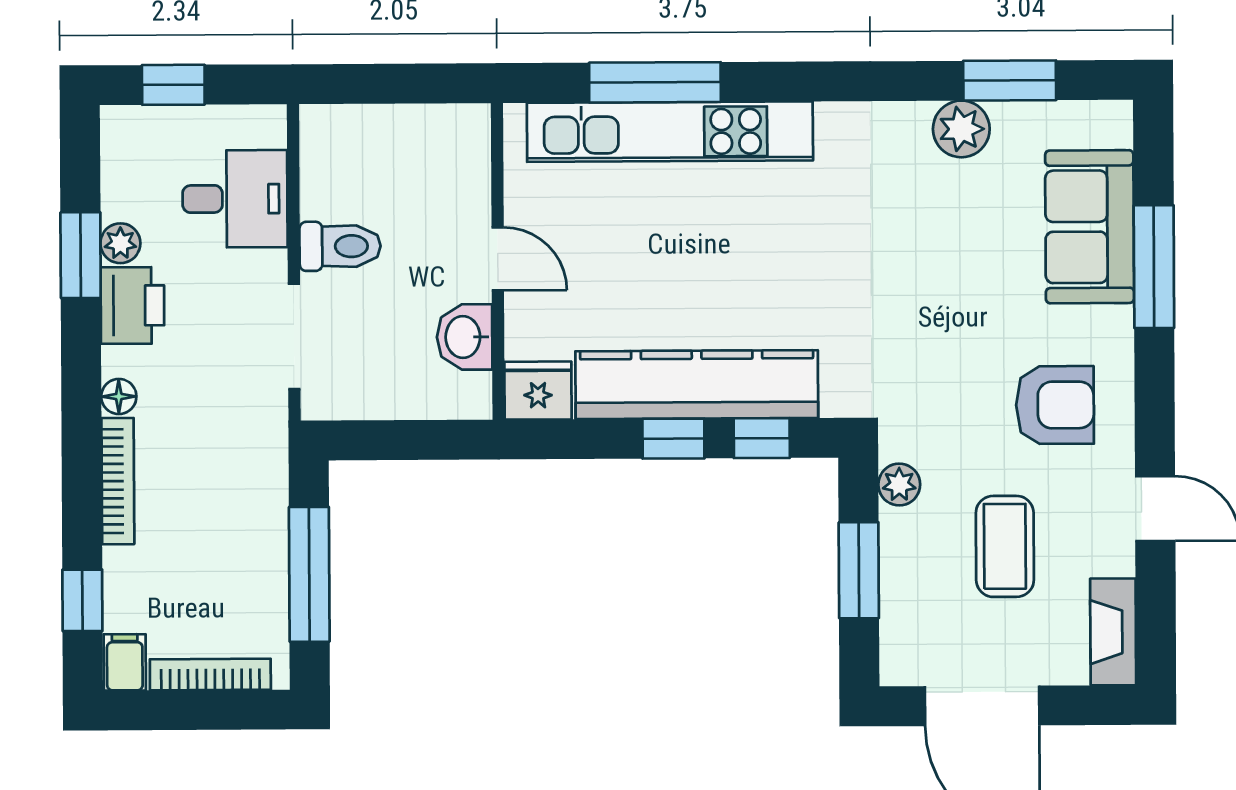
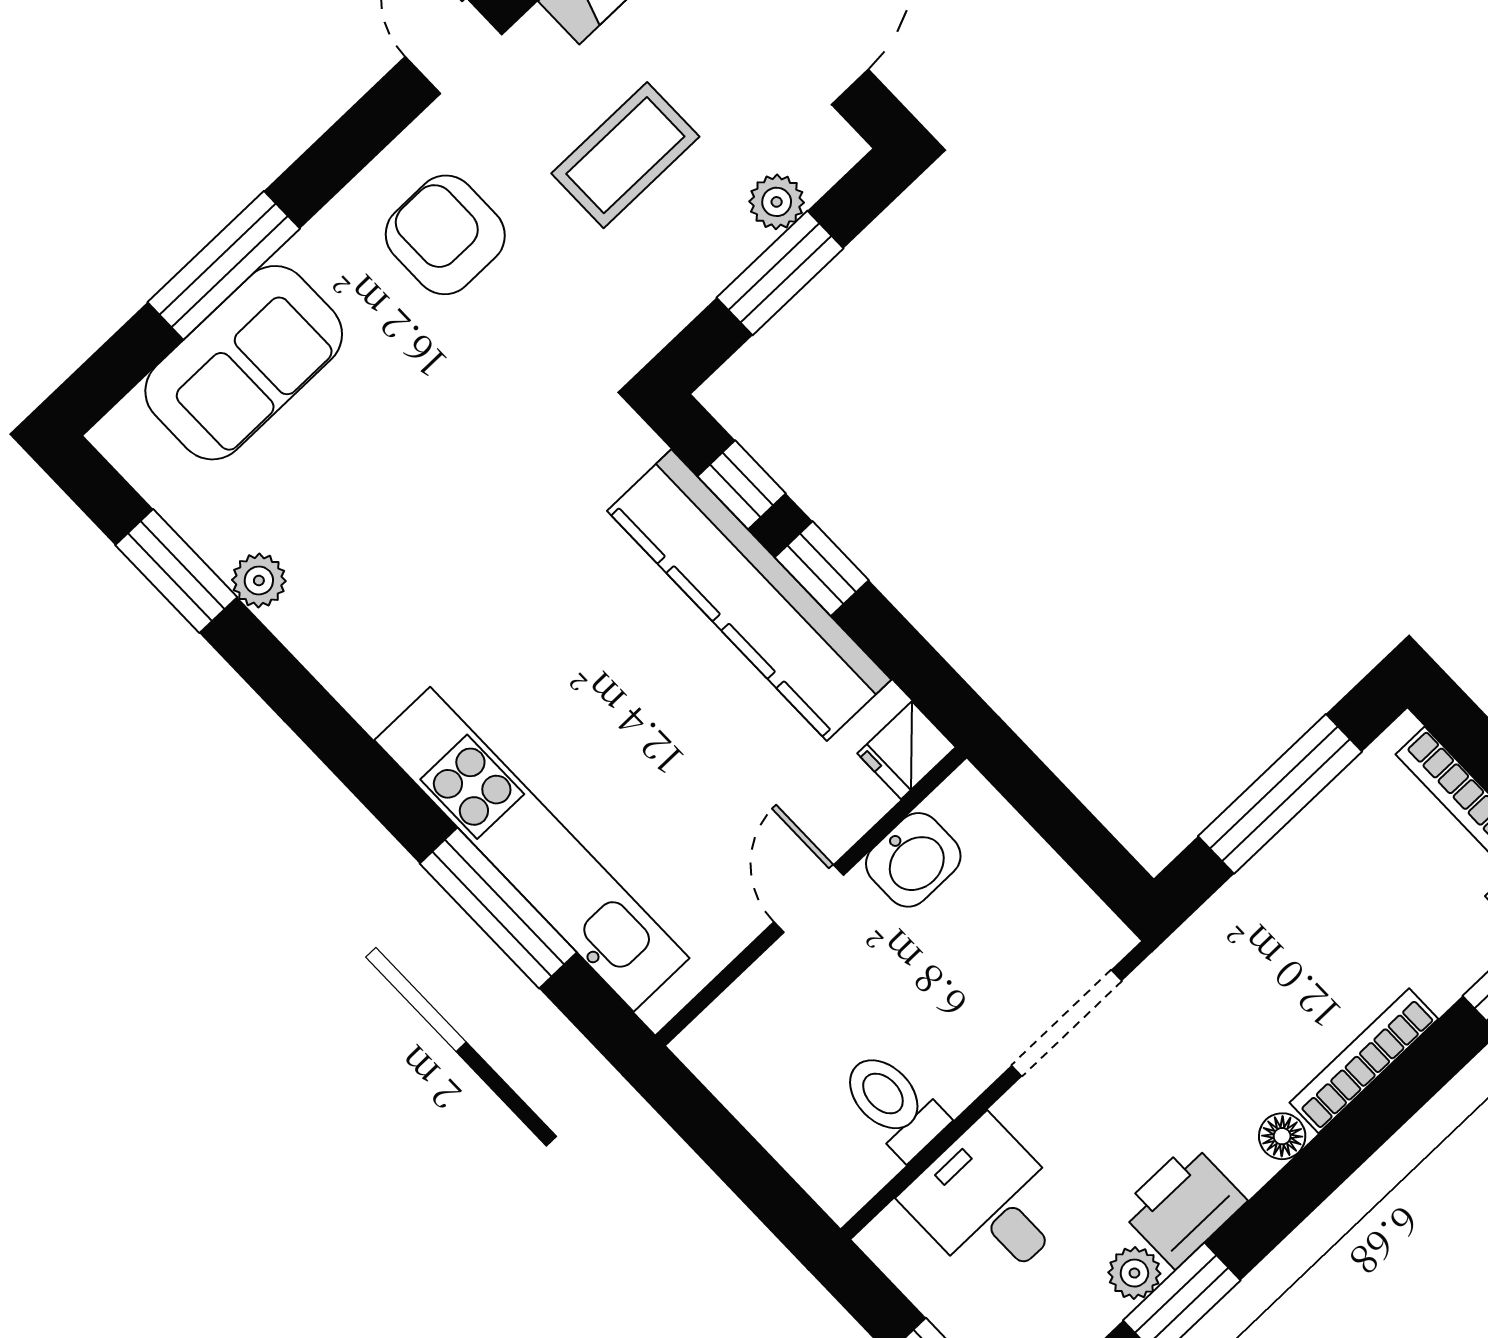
plant: (961, 129) -> (259, 580), width x0.73, depth x0.73
toilet: (340, 246) -> (893, 1104), moved
fridge: (538, 391) -> (907, 750), width x0.72
plant: (899, 485) -> (777, 202), moved

